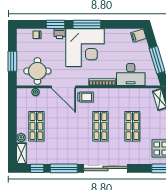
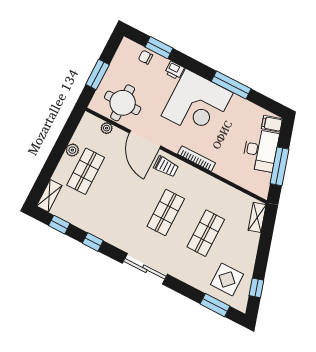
window: (56, 24) -> (159, 48), moved
window: (87, 24) -> (231, 85), moved
desk: (131, 74) -> (261, 150), moved, turned -107
plant: (21, 137) -> (72, 150), moved
window: (64, 168) -> (93, 242), width x0.46
sliding door: (105, 168) -> (145, 269), width x0.73

